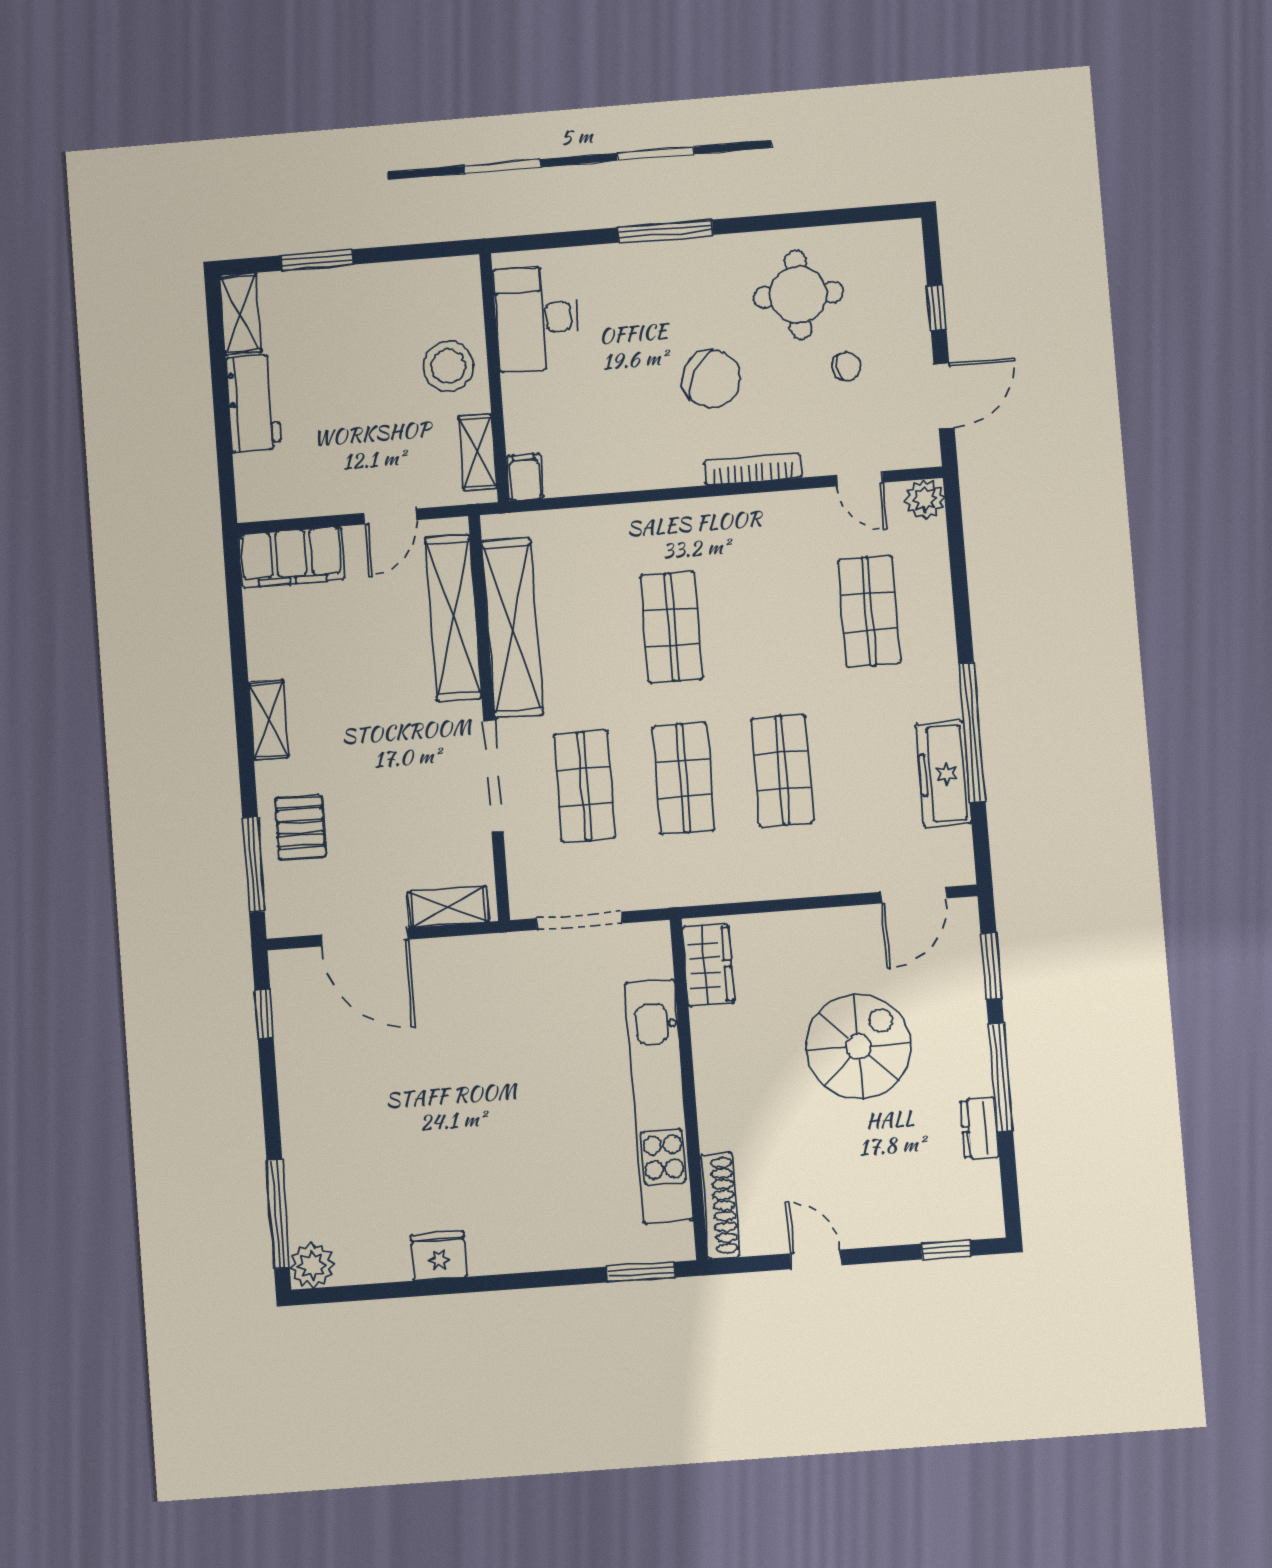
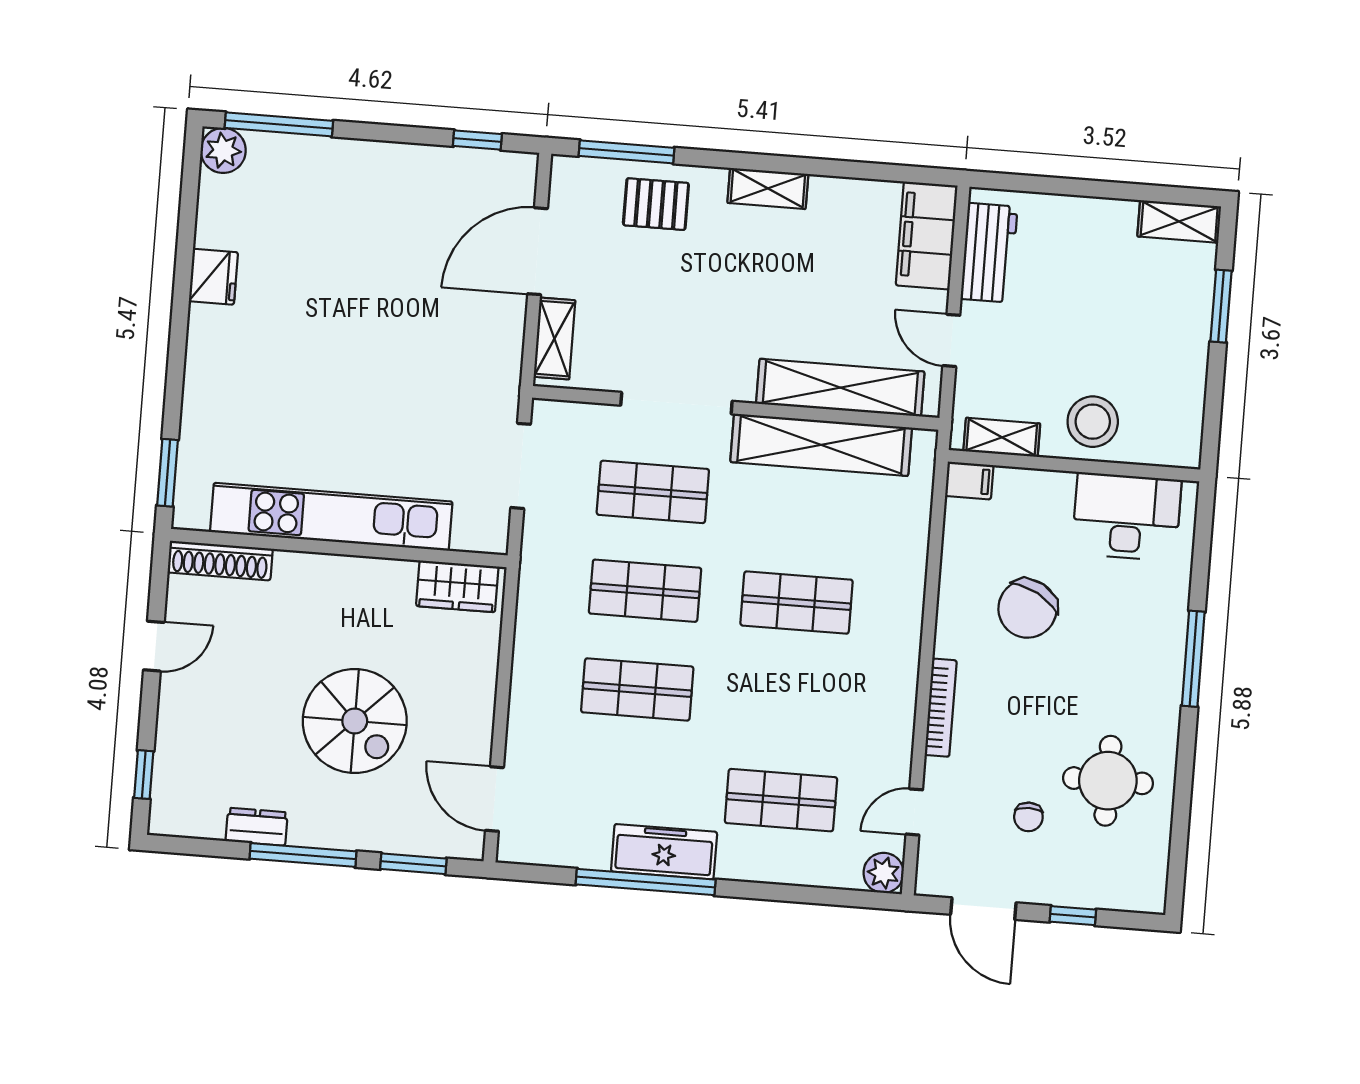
chair: (712, 379) -> (1028, 609), moved
workbench: (253, 403) -> (989, 253), moved, turned -90
freezer: (943, 774) -> (664, 852), moved

